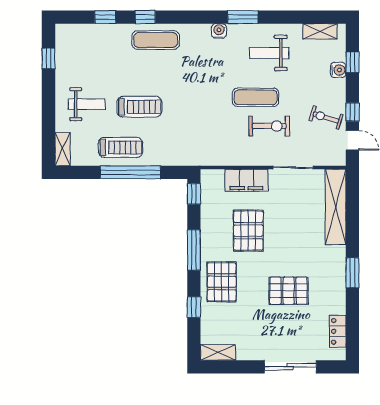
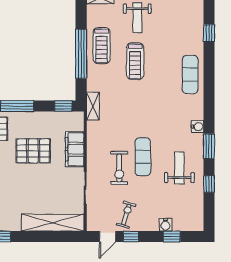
window: (145, 17) -> (209, 184), moved
shelving: (320, 31) -> (93, 106), moved

